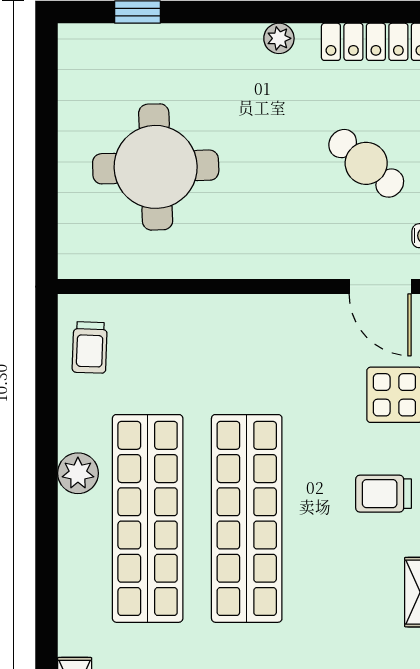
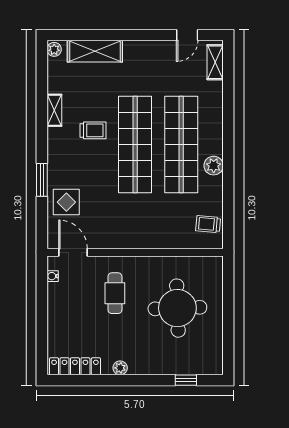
cafe table: (366, 163) -> (115, 293), moved, turned 50
trolley: (90, 347) -> (208, 224), turned -87
trolley: (384, 494) -> (93, 130), moved

